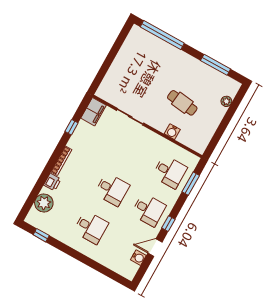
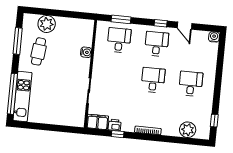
kitchen unit: (155, 44) -> (22, 96), added
plant: (226, 101) -> (47, 24), width x1.88, depth x1.88
cafe table: (182, 103) -> (39, 51), moved
printer: (52, 182) -> (115, 125), moved
water cooler: (138, 258) -> (214, 37), moved

